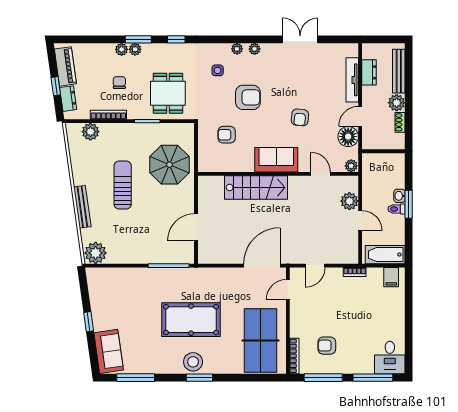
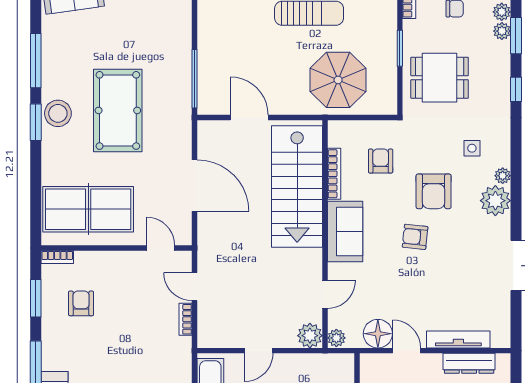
plant: (255, 49) -> (495, 201), width x1.87, depth x1.87
dresser: (369, 72) -> (469, 363), width x1.44
armchair: (300, 117) -> (415, 237), moved
bookcase: (236, 167) -> (334, 174), added
stairs: (256, 187) -> (297, 187), width x1.36, depth x1.51
plant: (349, 201) -> (310, 336), moved
door: (262, 266) -> (195, 186), moved
bookcase: (355, 272) -> (186, 319), moved
bookcase: (294, 356) -> (57, 257), width x0.64
window: (136, 378) -> (36, 61), moved
window: (323, 378) -> (36, 298), width x0.69

